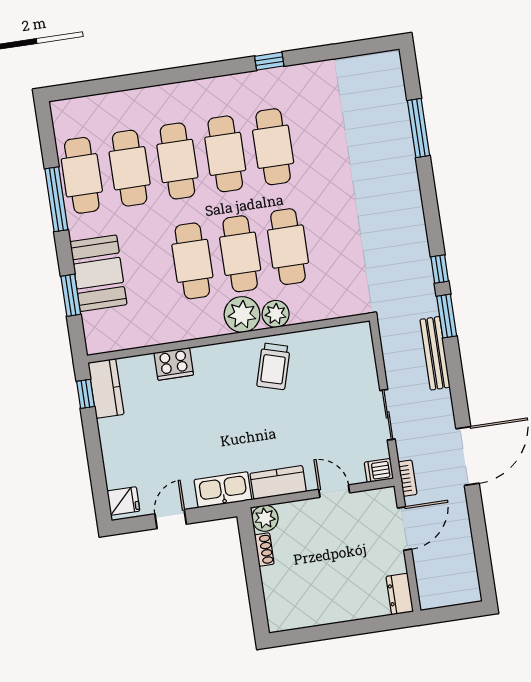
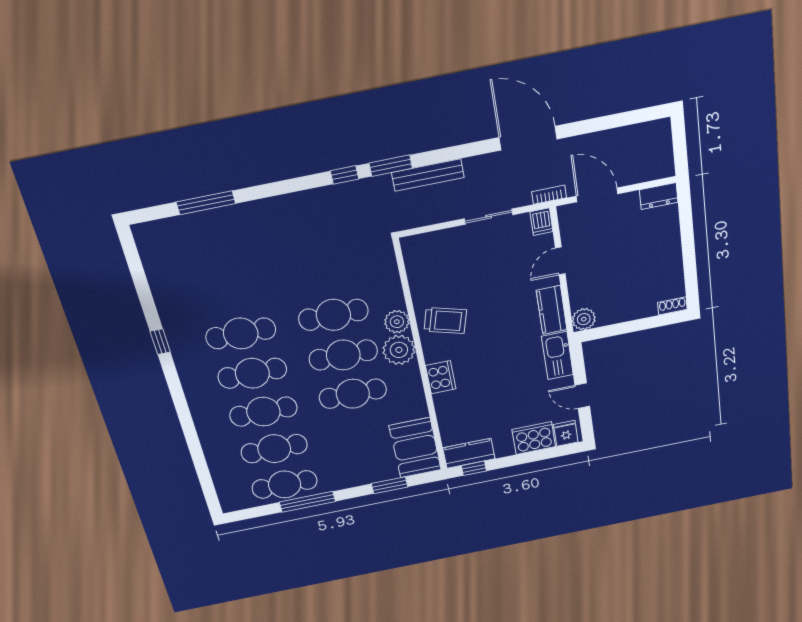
booth: (98, 273) -> (415, 448), moved, turned 90
cooker: (174, 364) -> (441, 377), moved
cooker: (120, 464) -> (534, 438), added
shoe rack: (264, 550) -> (672, 306), moved

